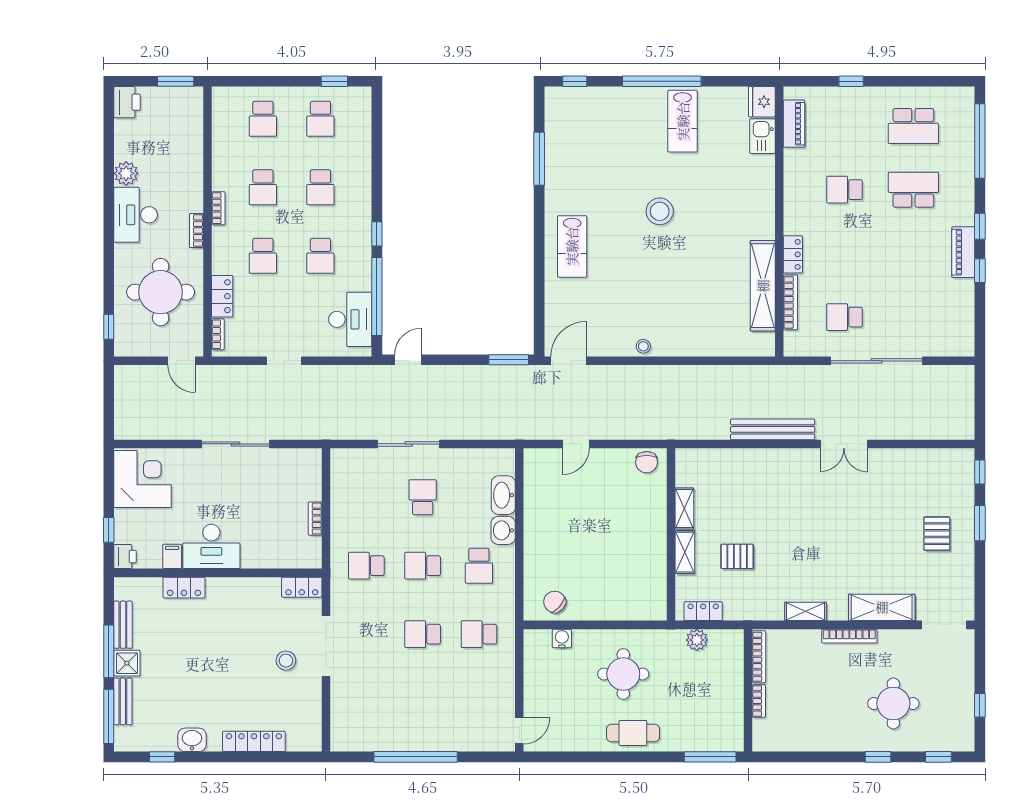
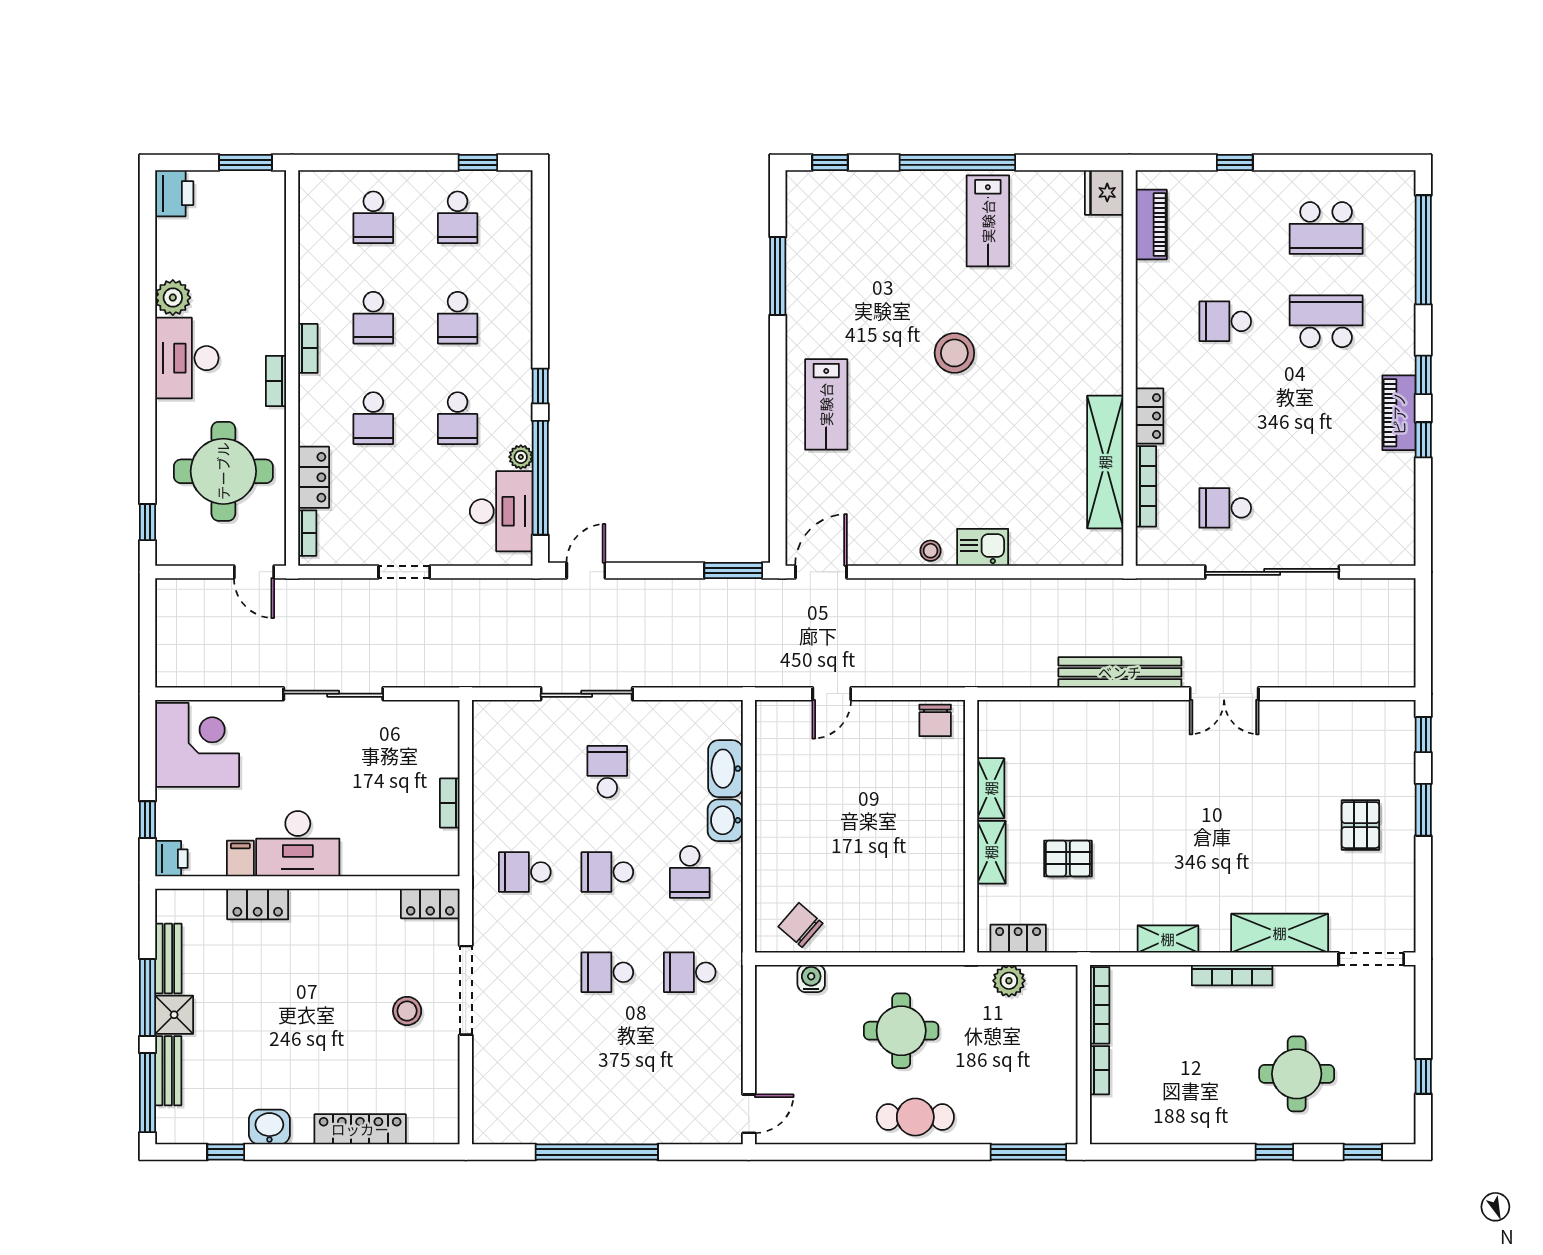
kitchen sink: (762, 136) -> (983, 547), moved, turned 90
plant: (364, 282) -> (521, 457), added

